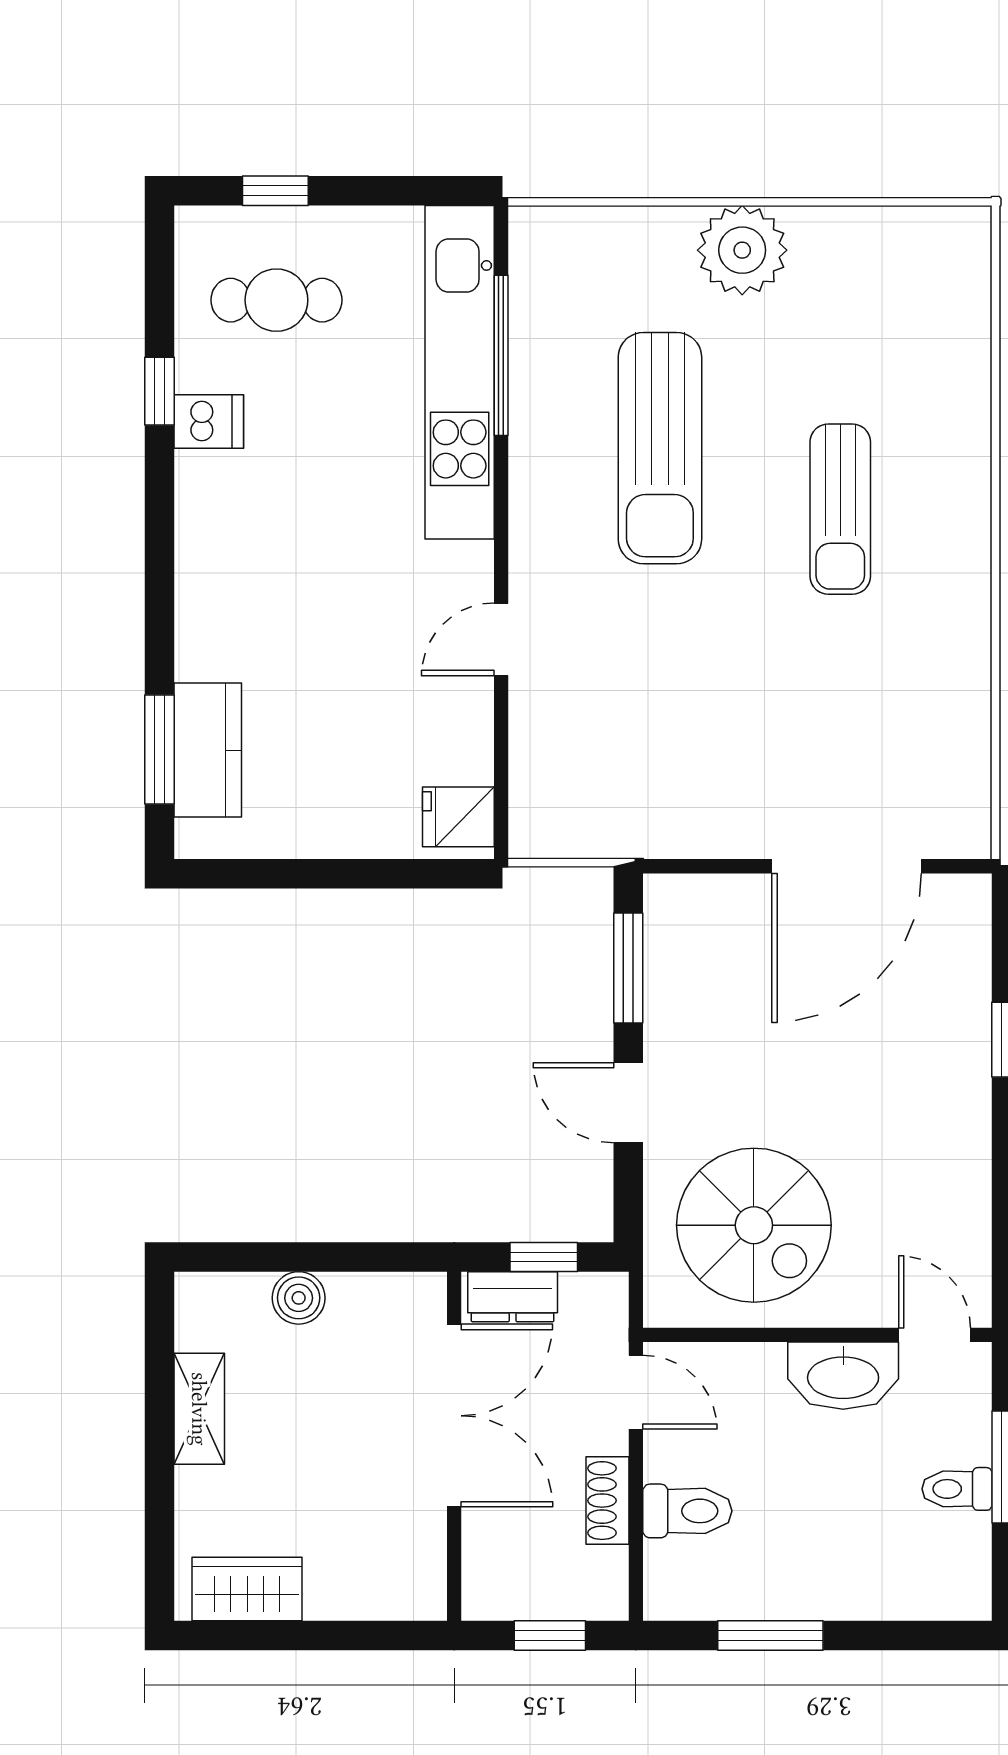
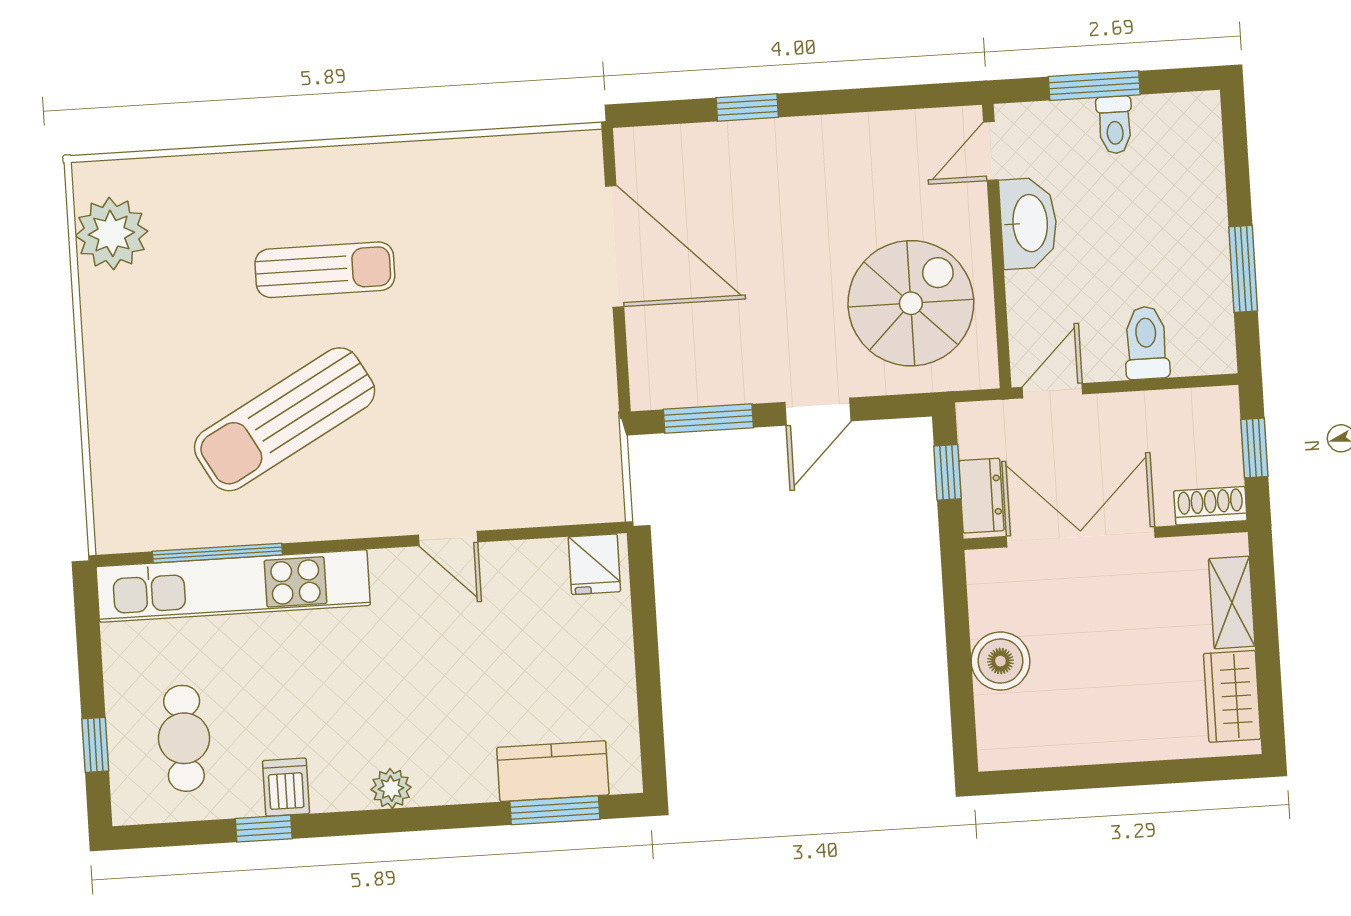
plant: (742, 250) -> (111, 233), moved
sun lounger: (660, 448) -> (285, 419), turned 151
plant: (199, 550) -> (391, 788), added
boiler: (299, 1298) -> (1000, 661), width x1.36, depth x1.36
shelving: (199, 1409) -> (1232, 602), moved, turned 90
shoe rack: (608, 1501) -> (1210, 506), moved, turned 180

